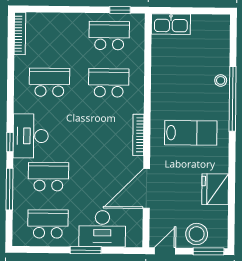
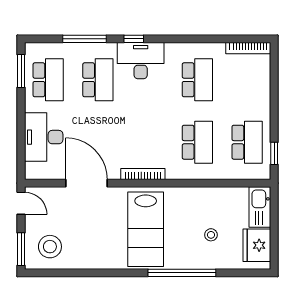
stool: (221, 80) -> (211, 235), moved
lab bench: (191, 133) -> (146, 229), width x1.36, depth x1.39
fridge: (215, 189) -> (257, 245), moved, turned -90
stool: (197, 234) -> (50, 247), moved
window: (86, 250) -> (21, 71), moved

